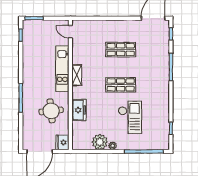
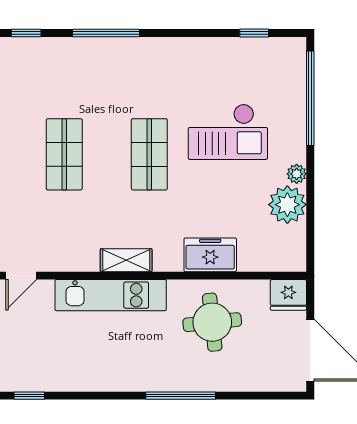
checkout: (130, 117) -> (228, 132), turned 180

